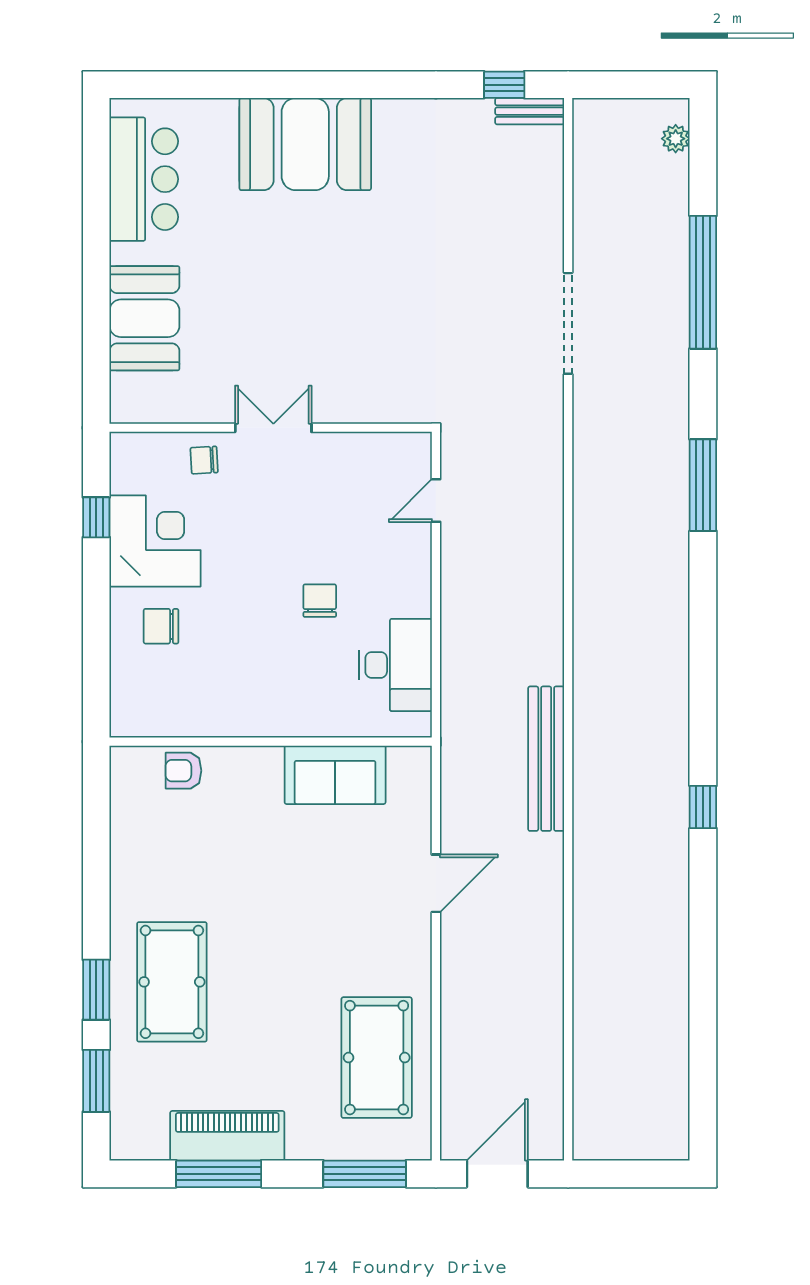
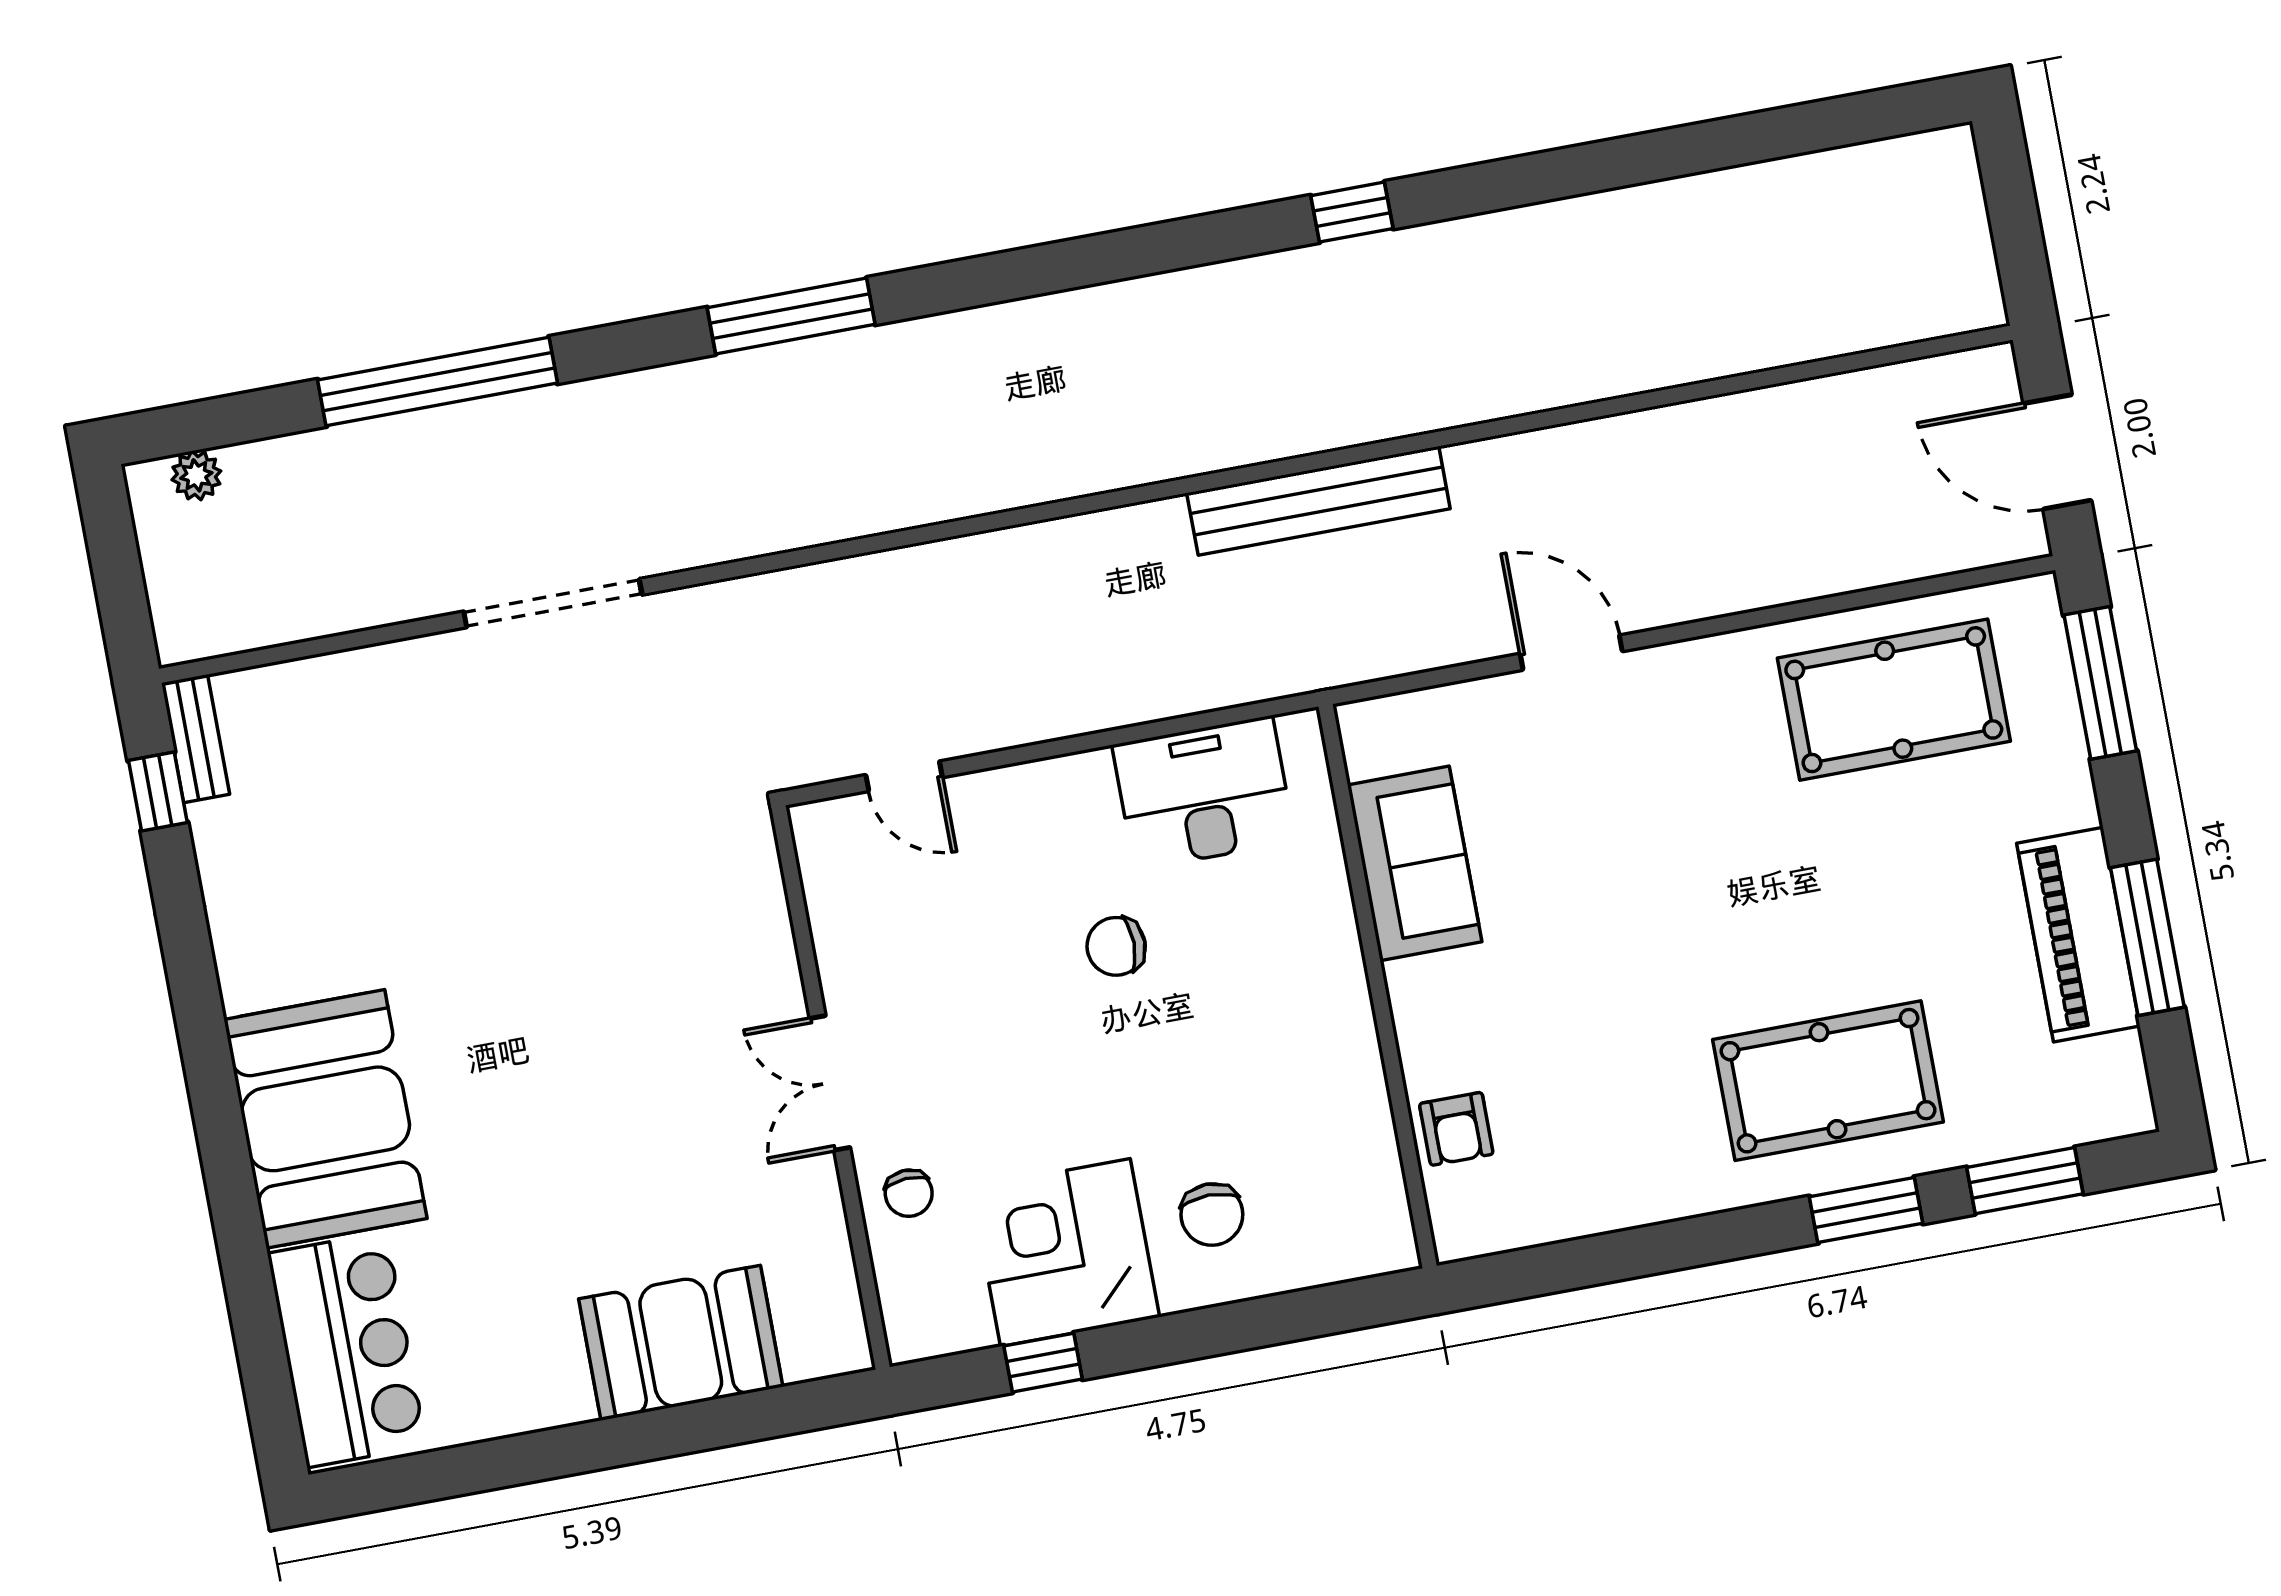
bar counter: (144, 179) -> (347, 1349), moved, turned 90

